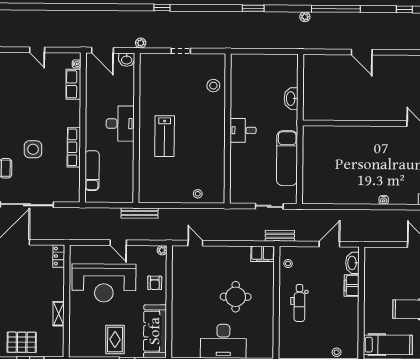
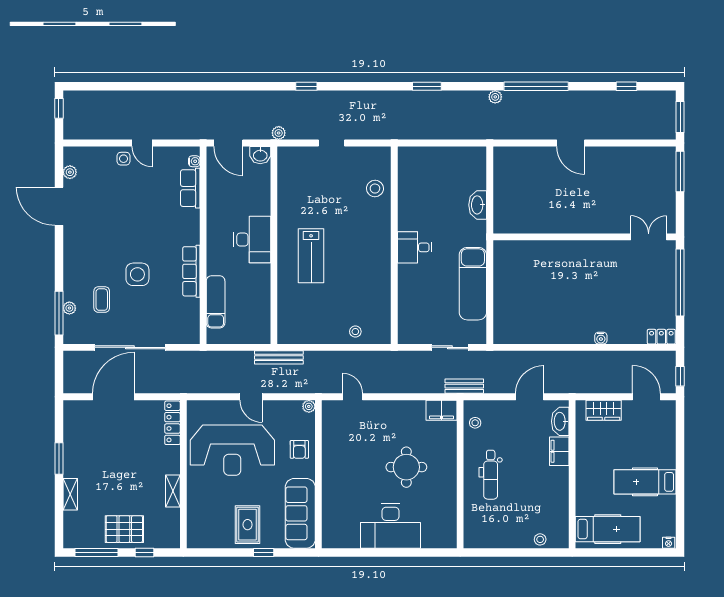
side table: (23, 62) -> (124, 159), added
wardrobe: (385, 255) -> (604, 410), added
locker: (59, 256) -> (172, 423), width x1.53

